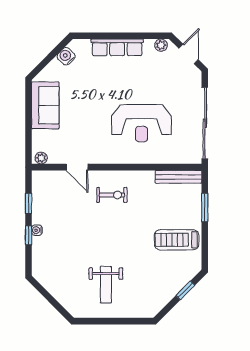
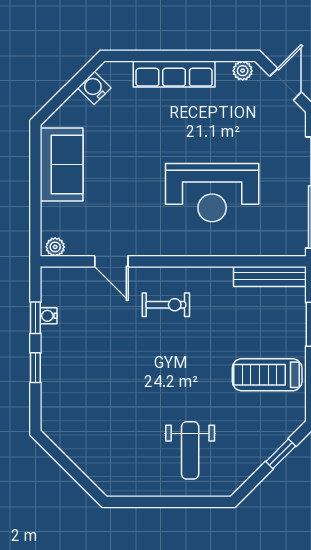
water cooler: (37, 230) -> (49, 316), moved
weight bench: (106, 285) -> (190, 450), moved

